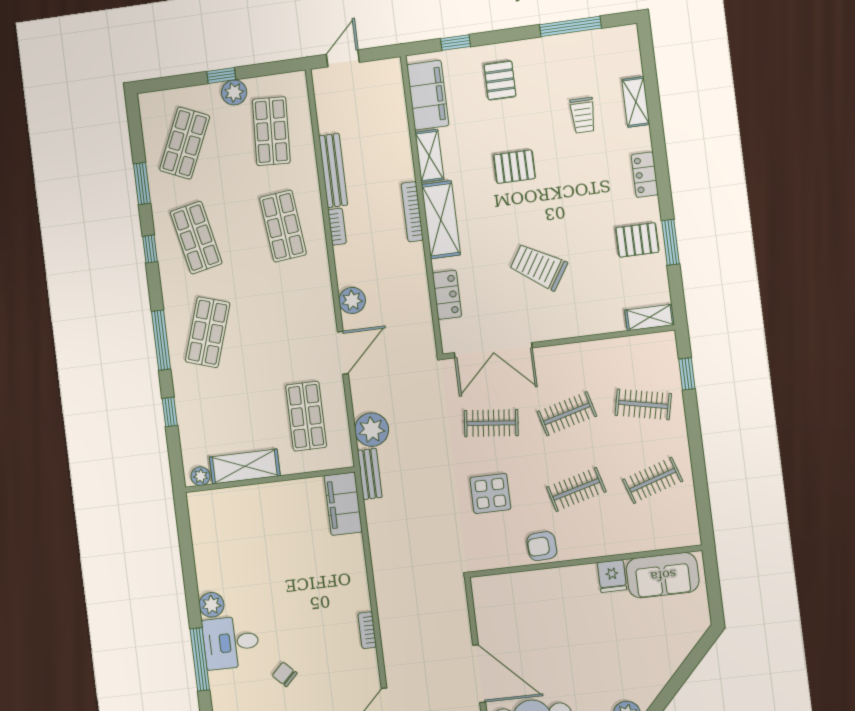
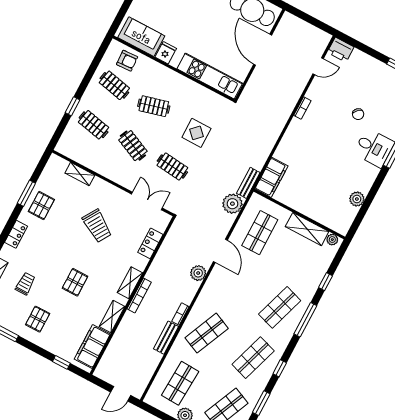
pallet: (500, 80) -> (38, 319), moved
pallet: (514, 167) -> (75, 282), turned 90
bench: (333, 170) -> (166, 338), width x0.73
shelving: (441, 220) -> (130, 283), width x0.67, depth x0.75
shop shelf: (283, 226) -> (207, 333), turned 30
shop shelf: (196, 238) -> (253, 358), turned 30
pallet: (637, 240) -> (41, 206), turned 90
shelving: (650, 317) -> (80, 174), moved
double door: (493, 350) -> (147, 201), width x0.73
door: (343, 353) -> (220, 251), swing flipped
window: (687, 374) -> (73, 106), moved
clothes rail: (567, 414) -> (133, 146), turned 39
clothes rail: (653, 480) -> (114, 85), turned 30
armchair: (542, 546) -> (127, 61), moved
kitchen unit: (527, 586) -> (210, 76), added
plant: (212, 605) -> (357, 199), moved

